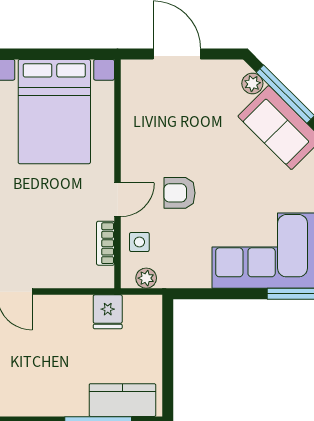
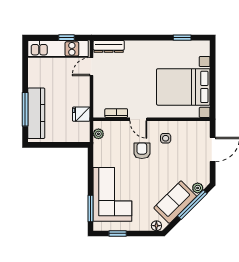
side table: (139, 242) -> (166, 138), moved
kitchen counter: (122, 400) -> (36, 113), width x1.50

